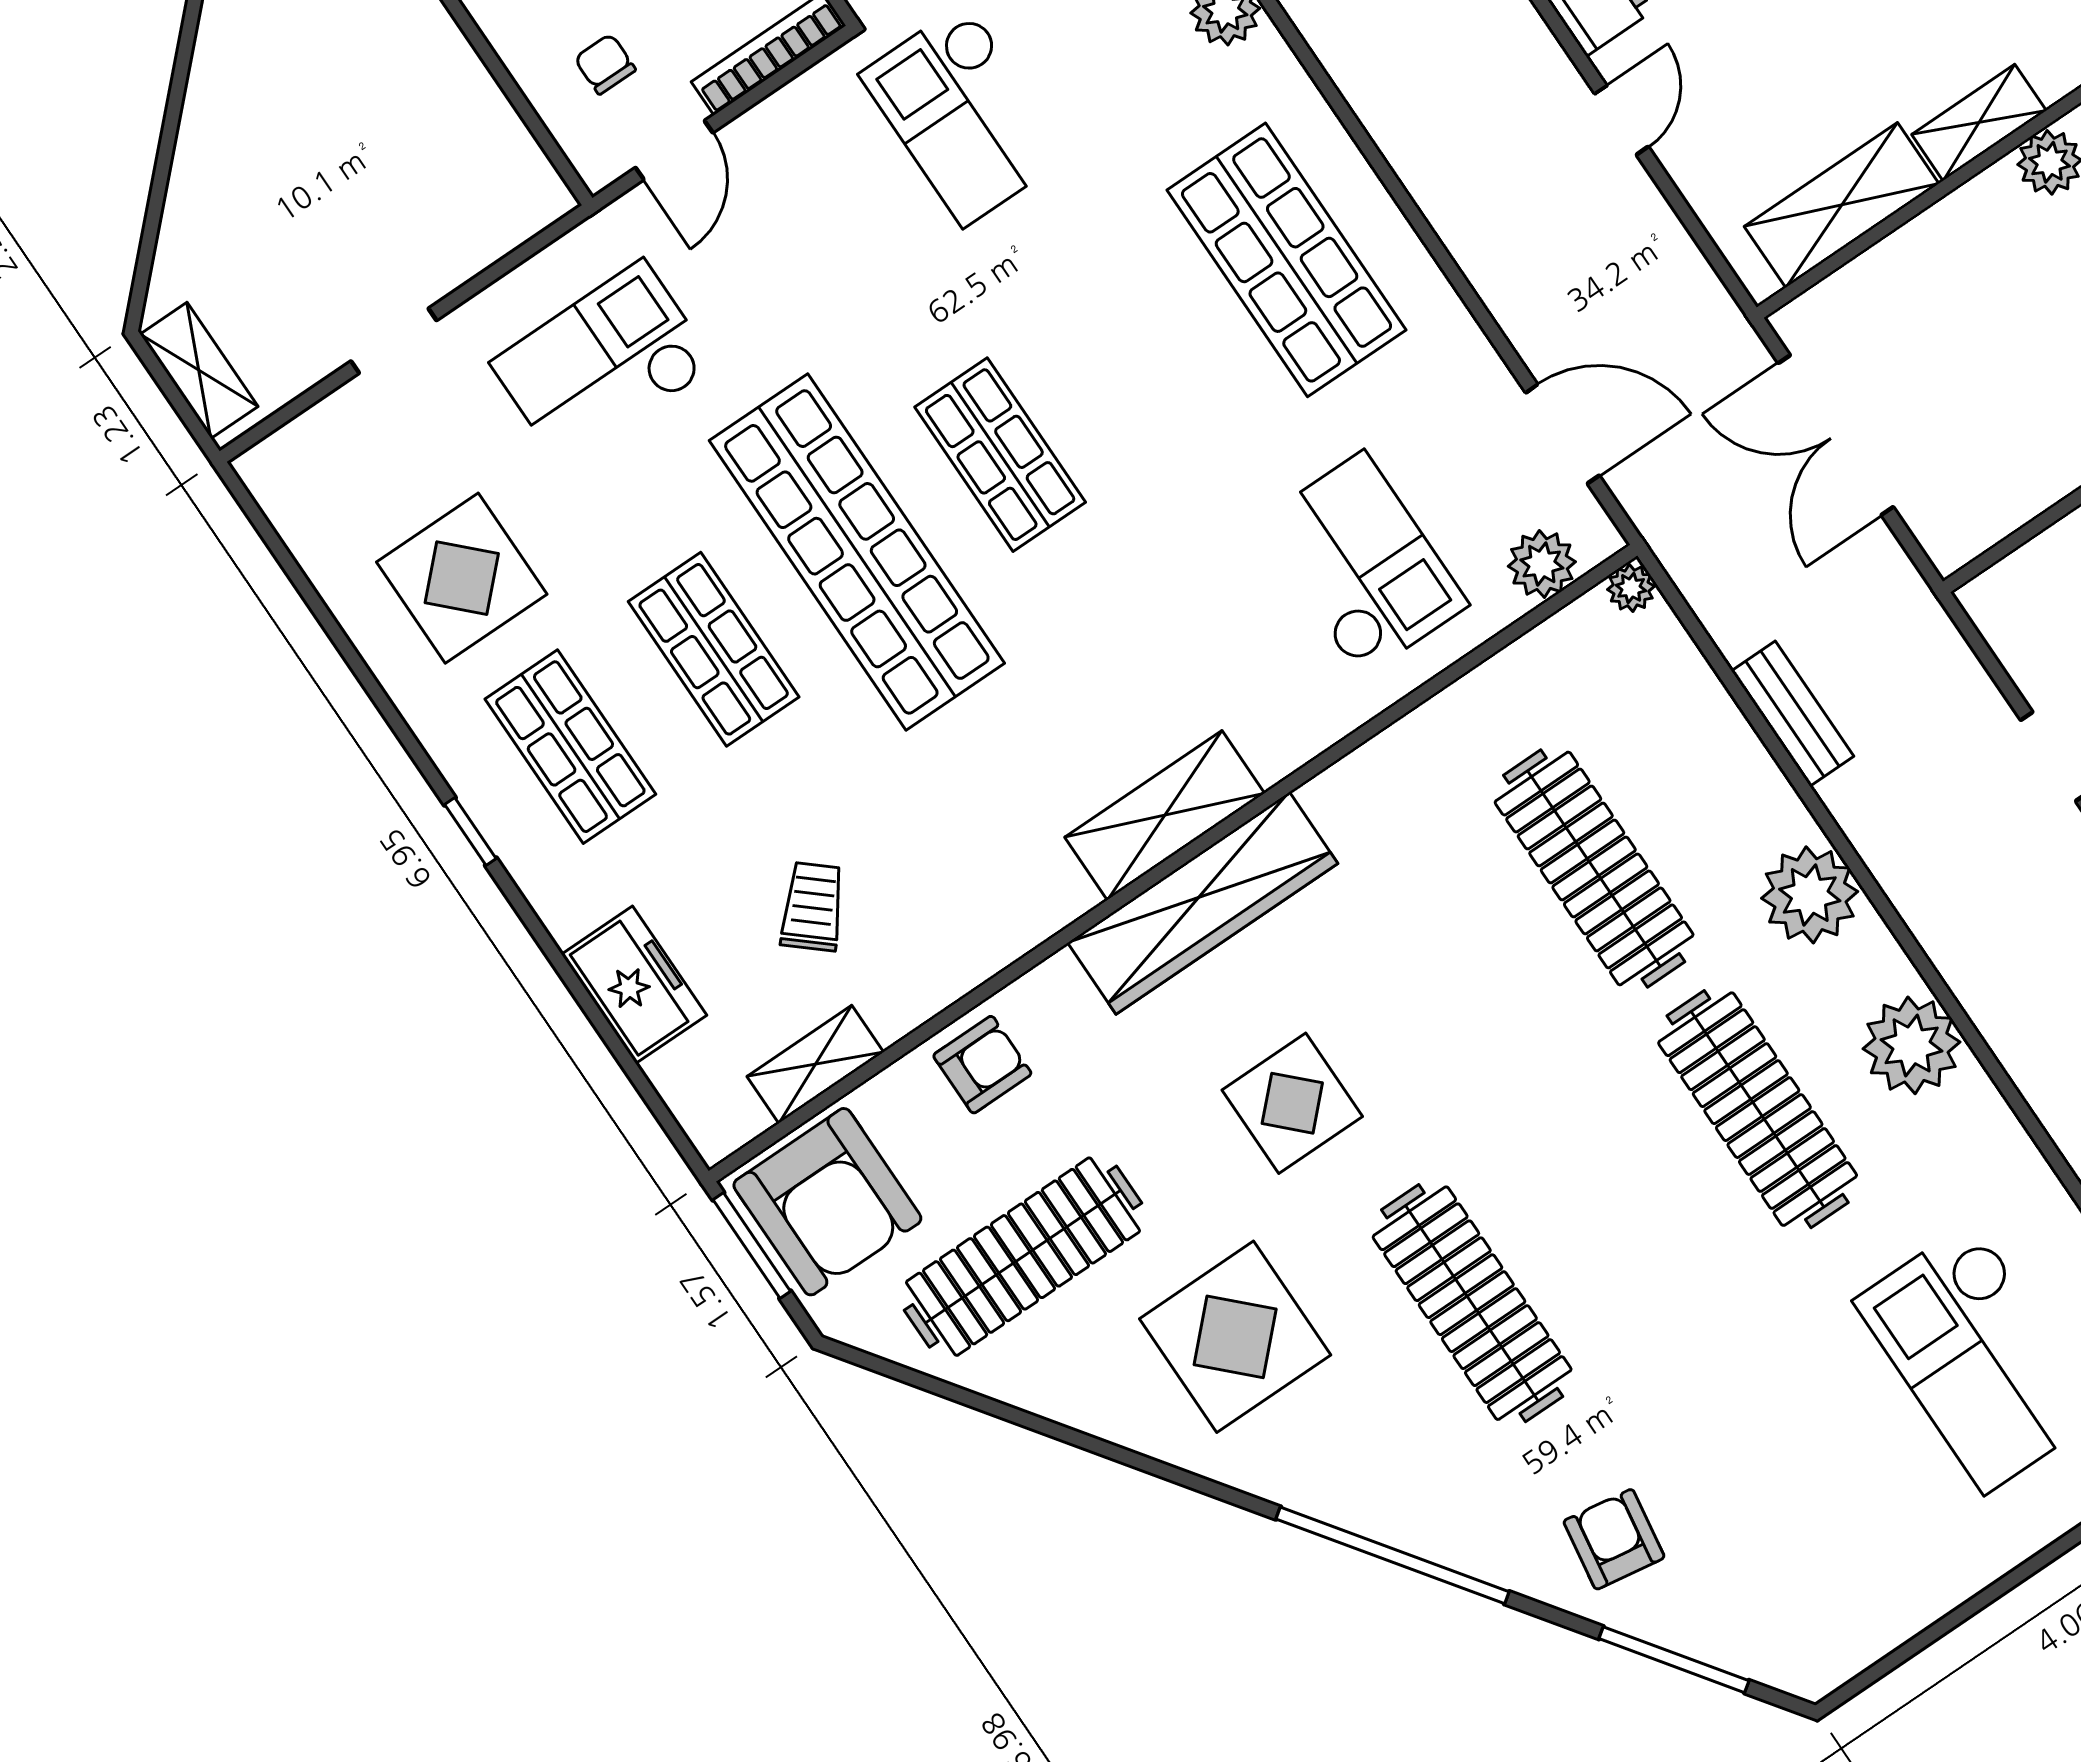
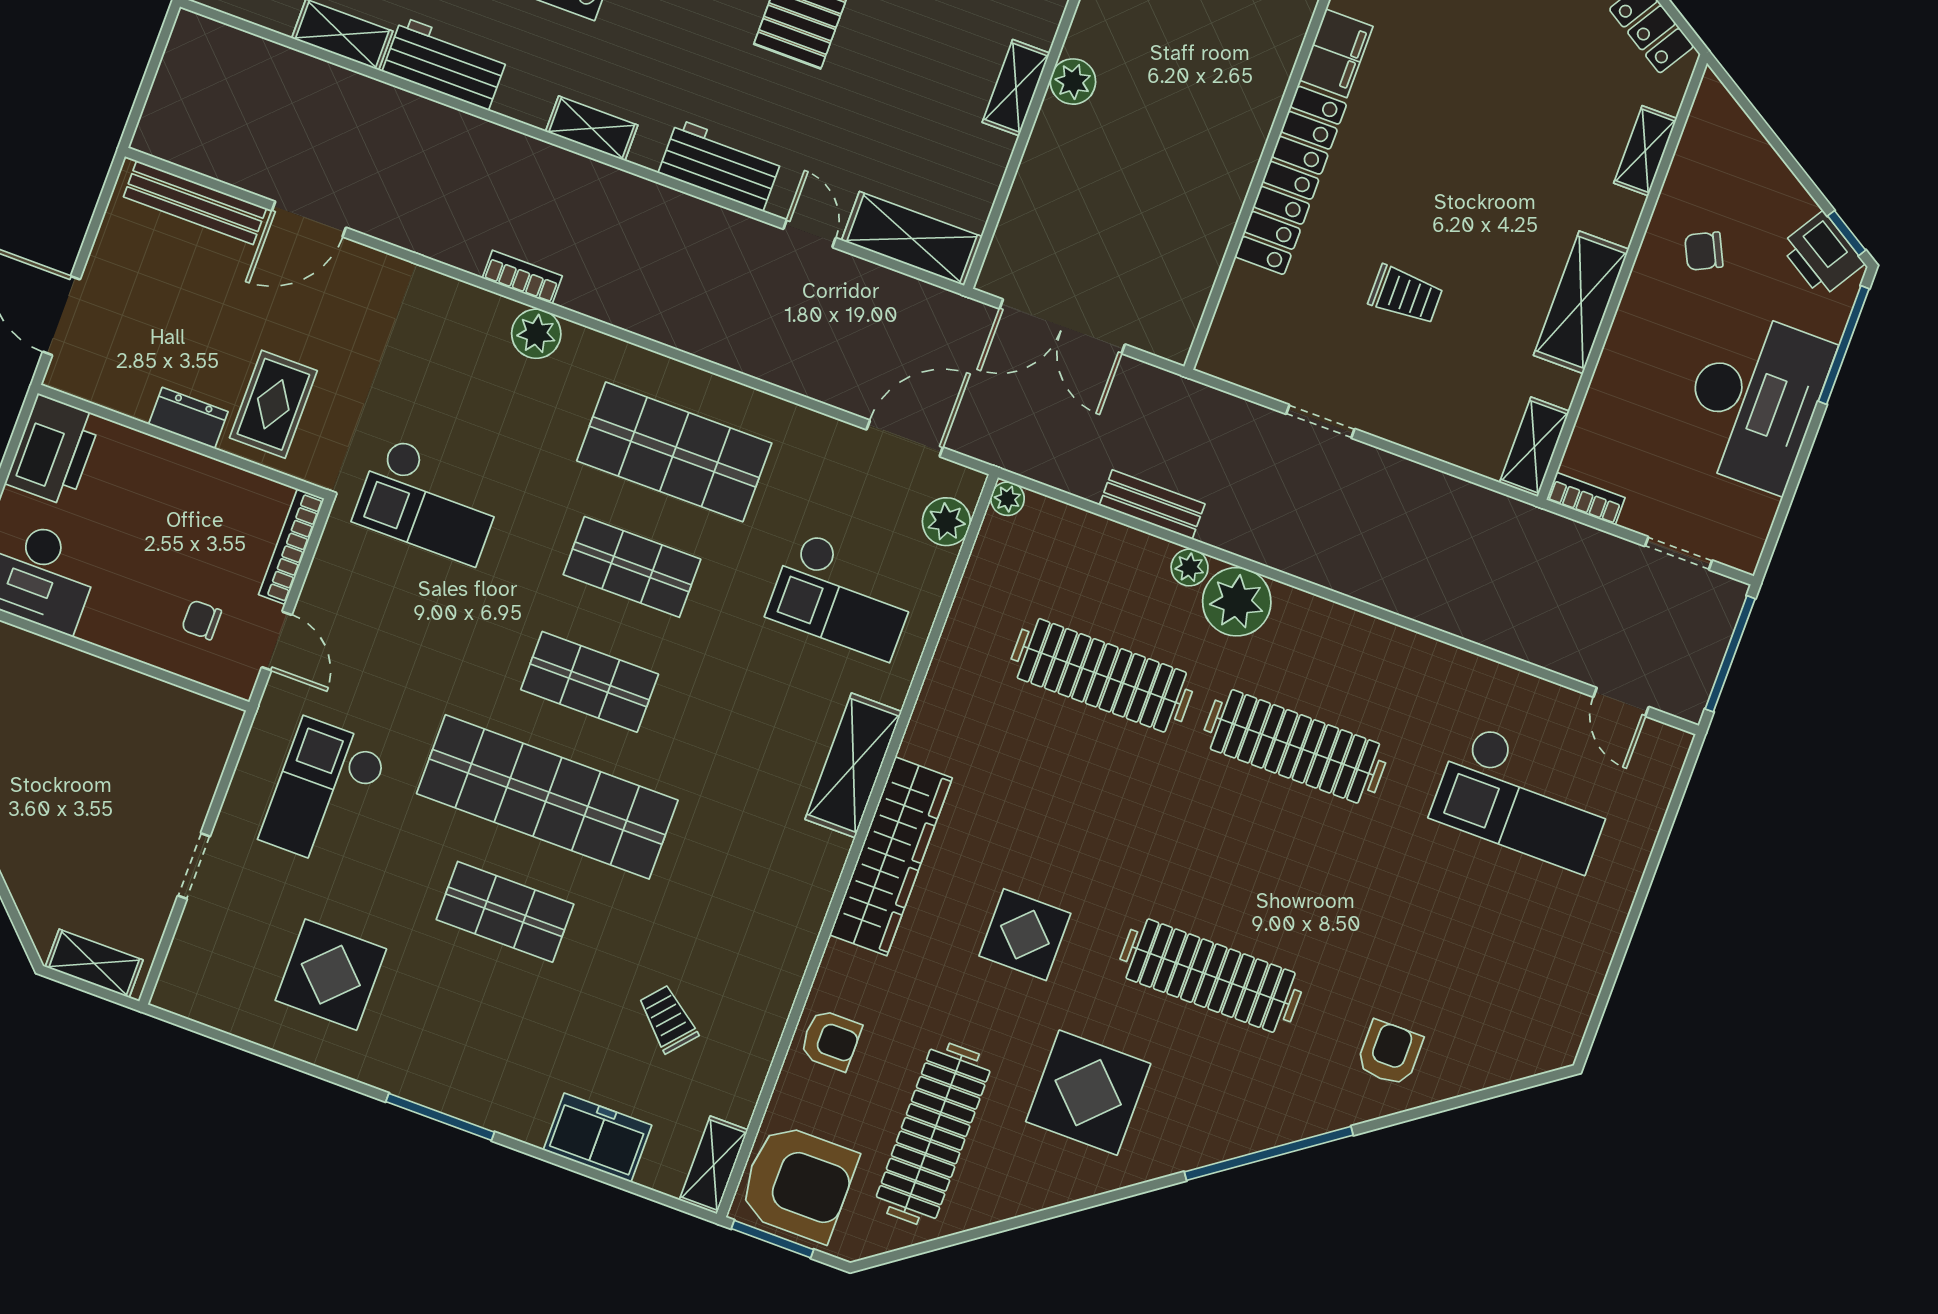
shelving: (1842, 205) -> (912, 239), moved, turned 90
checkout: (1362, 564) -> (843, 596), turned 180
shop shelf: (570, 747) -> (632, 567), moved
shelving: (1165, 815) -> (853, 765), moved
window: (470, 831) -> (440, 1117), width x2.17
plant: (1912, 1045) -> (1190, 567), moved, width x0.53, depth x0.53
shelving: (815, 1064) -> (714, 1165), moved
armchair: (982, 1065) -> (831, 1040), turned 90
armchair: (1614, 1539) -> (1390, 1053), turned 81
window: (1674, 1660) -> (1474, 1098), removed

